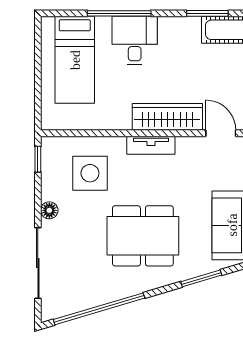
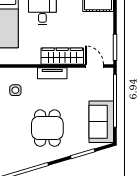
side table: (90, 173) -> (15, 90), width x0.54, depth x0.54
dining table: (143, 236) -> (47, 128), width x0.73

